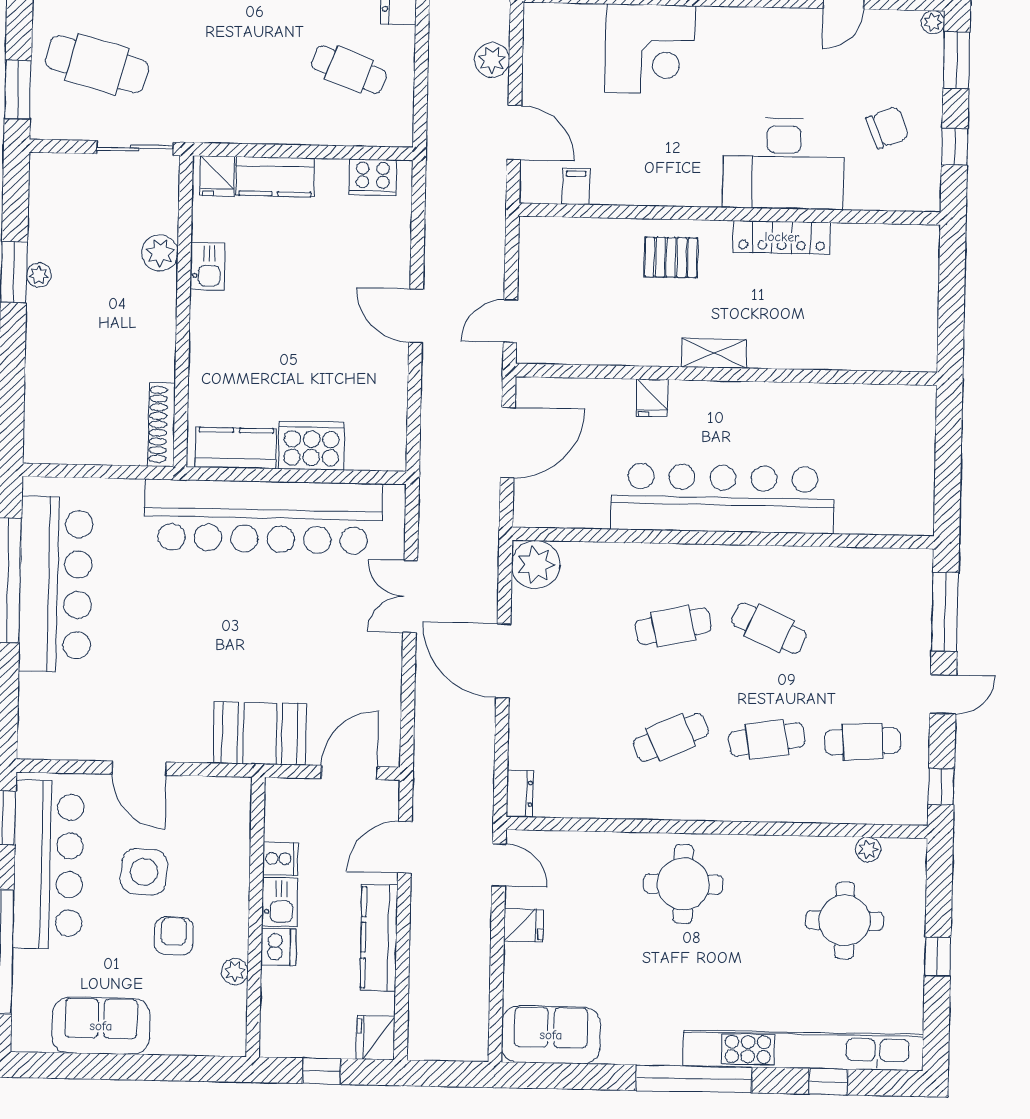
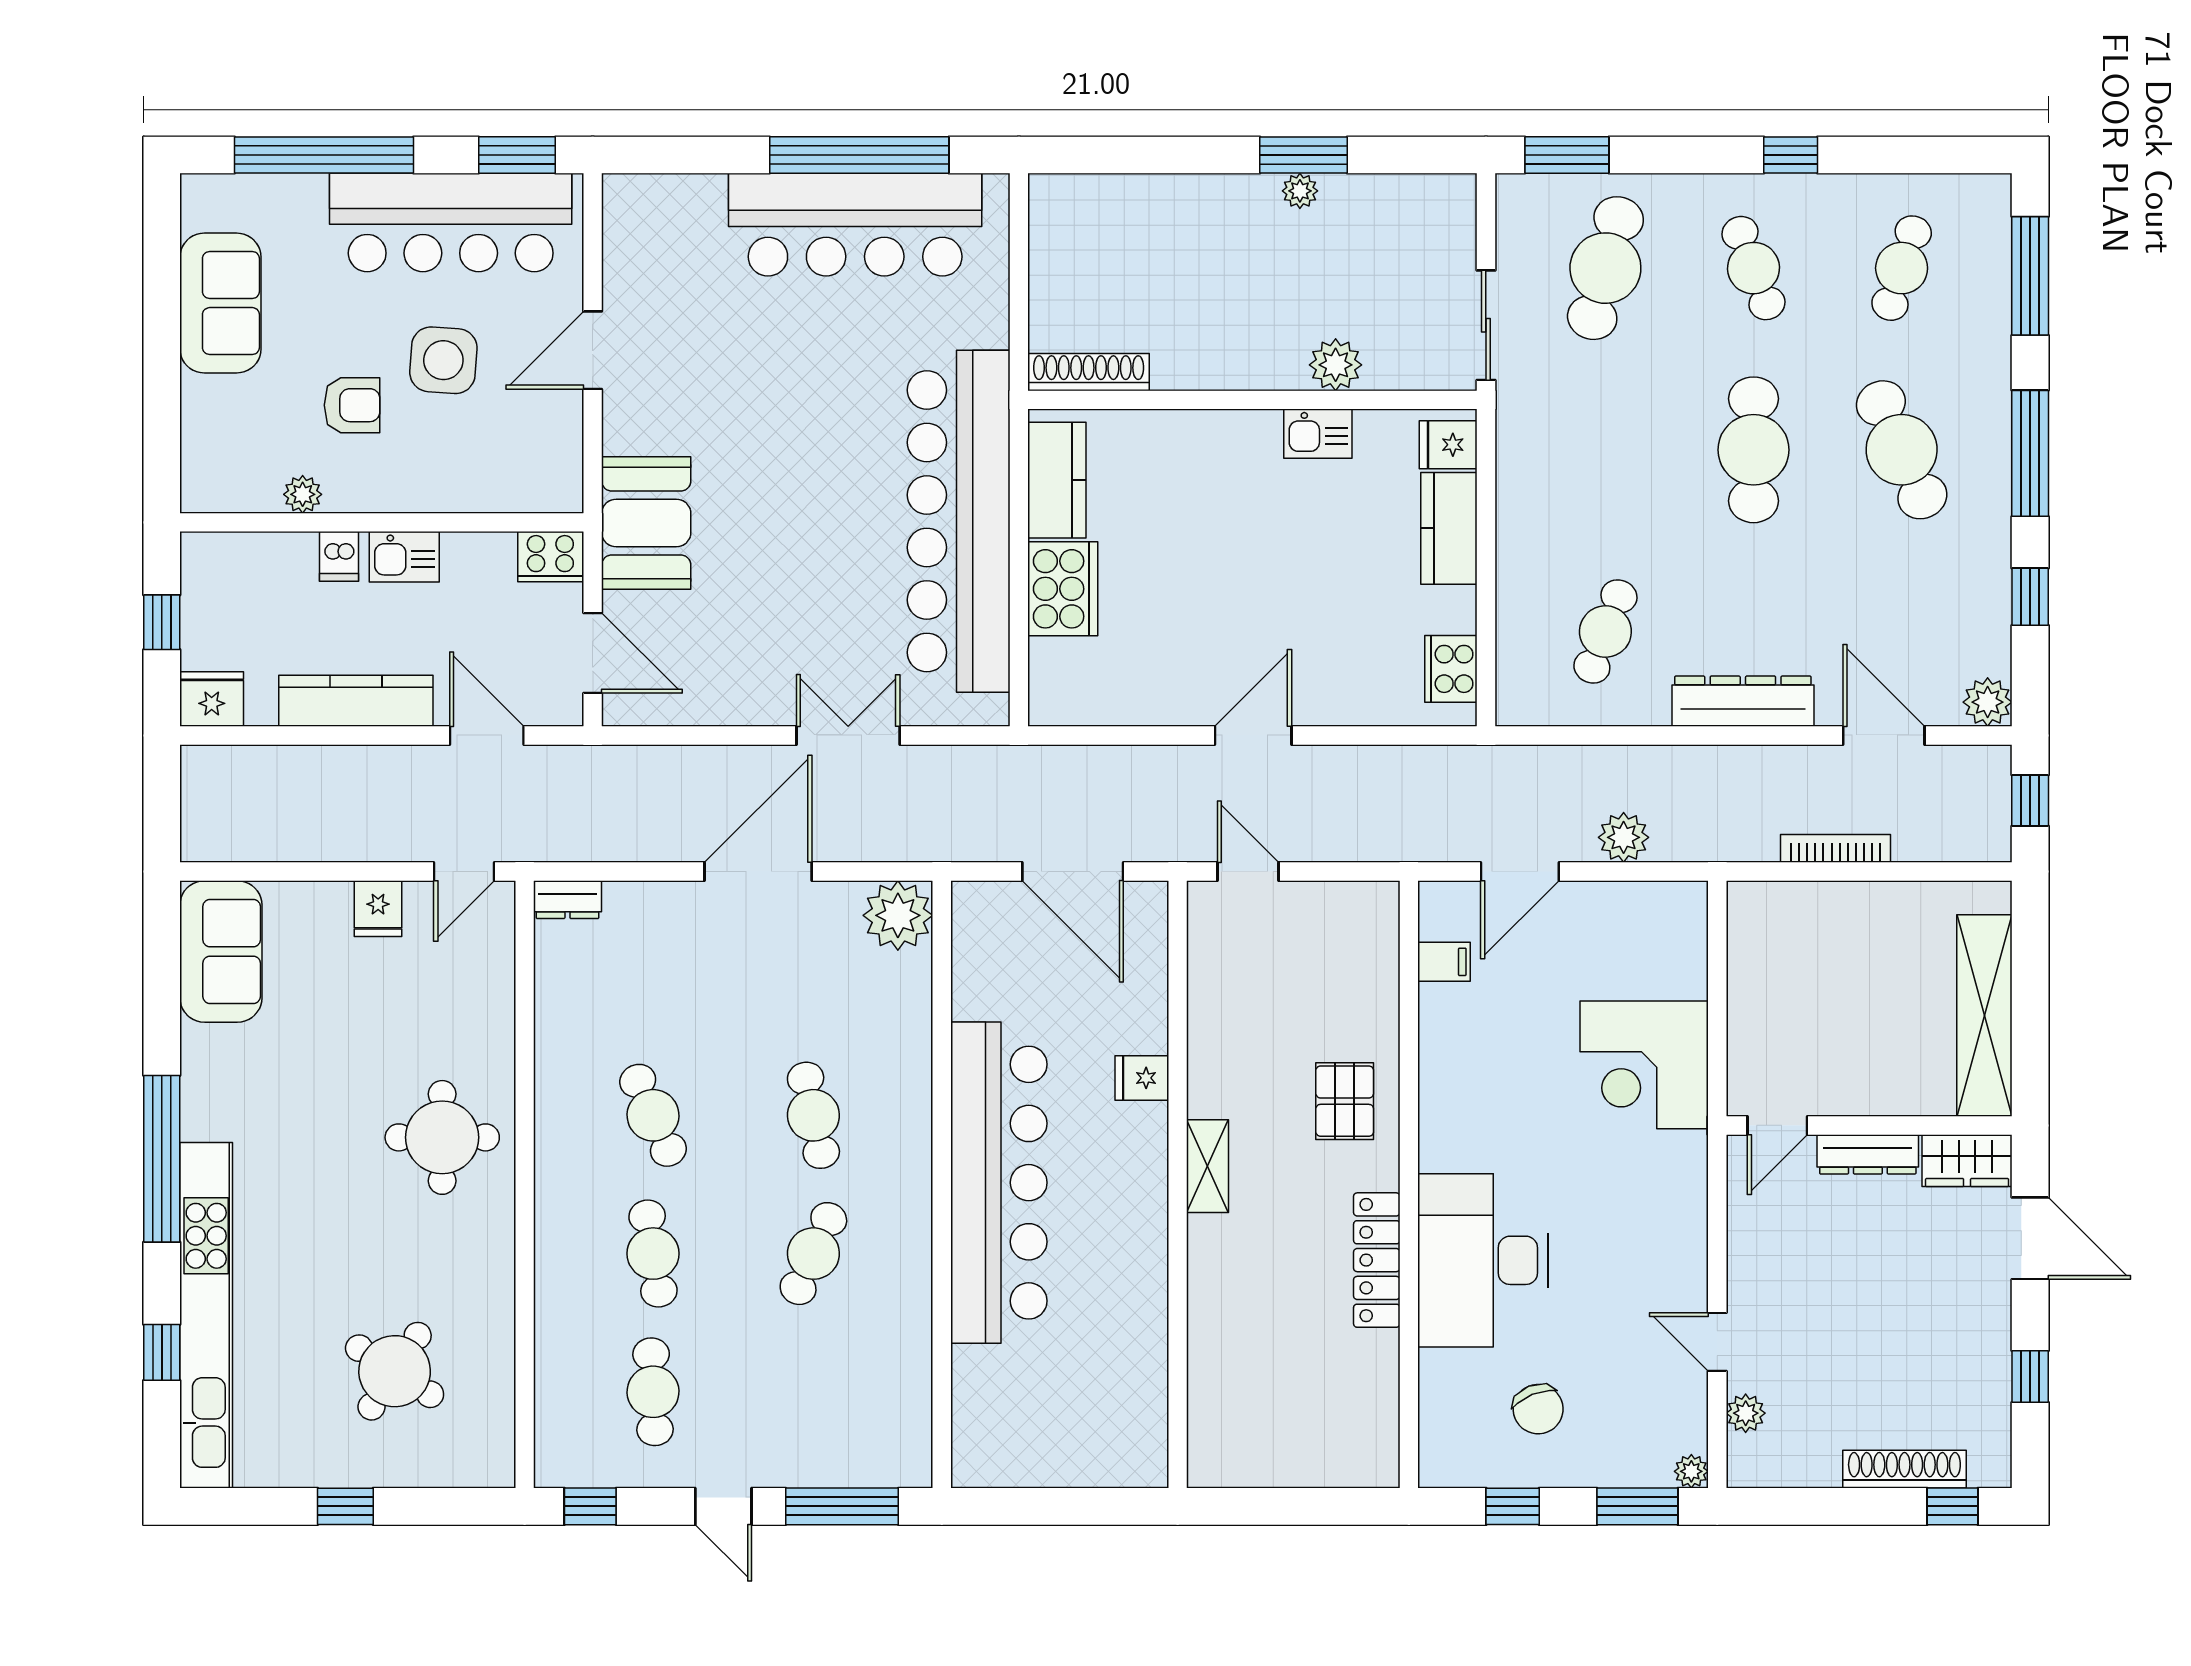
plant: (868, 849) -> (498, 1403), removed
cooker: (280, 859) -> (550, 557), moved, width x1.36
round table: (845, 920) -> (395, 1371), turned 33
dishwasher: (278, 947) -> (339, 556), width x0.73

